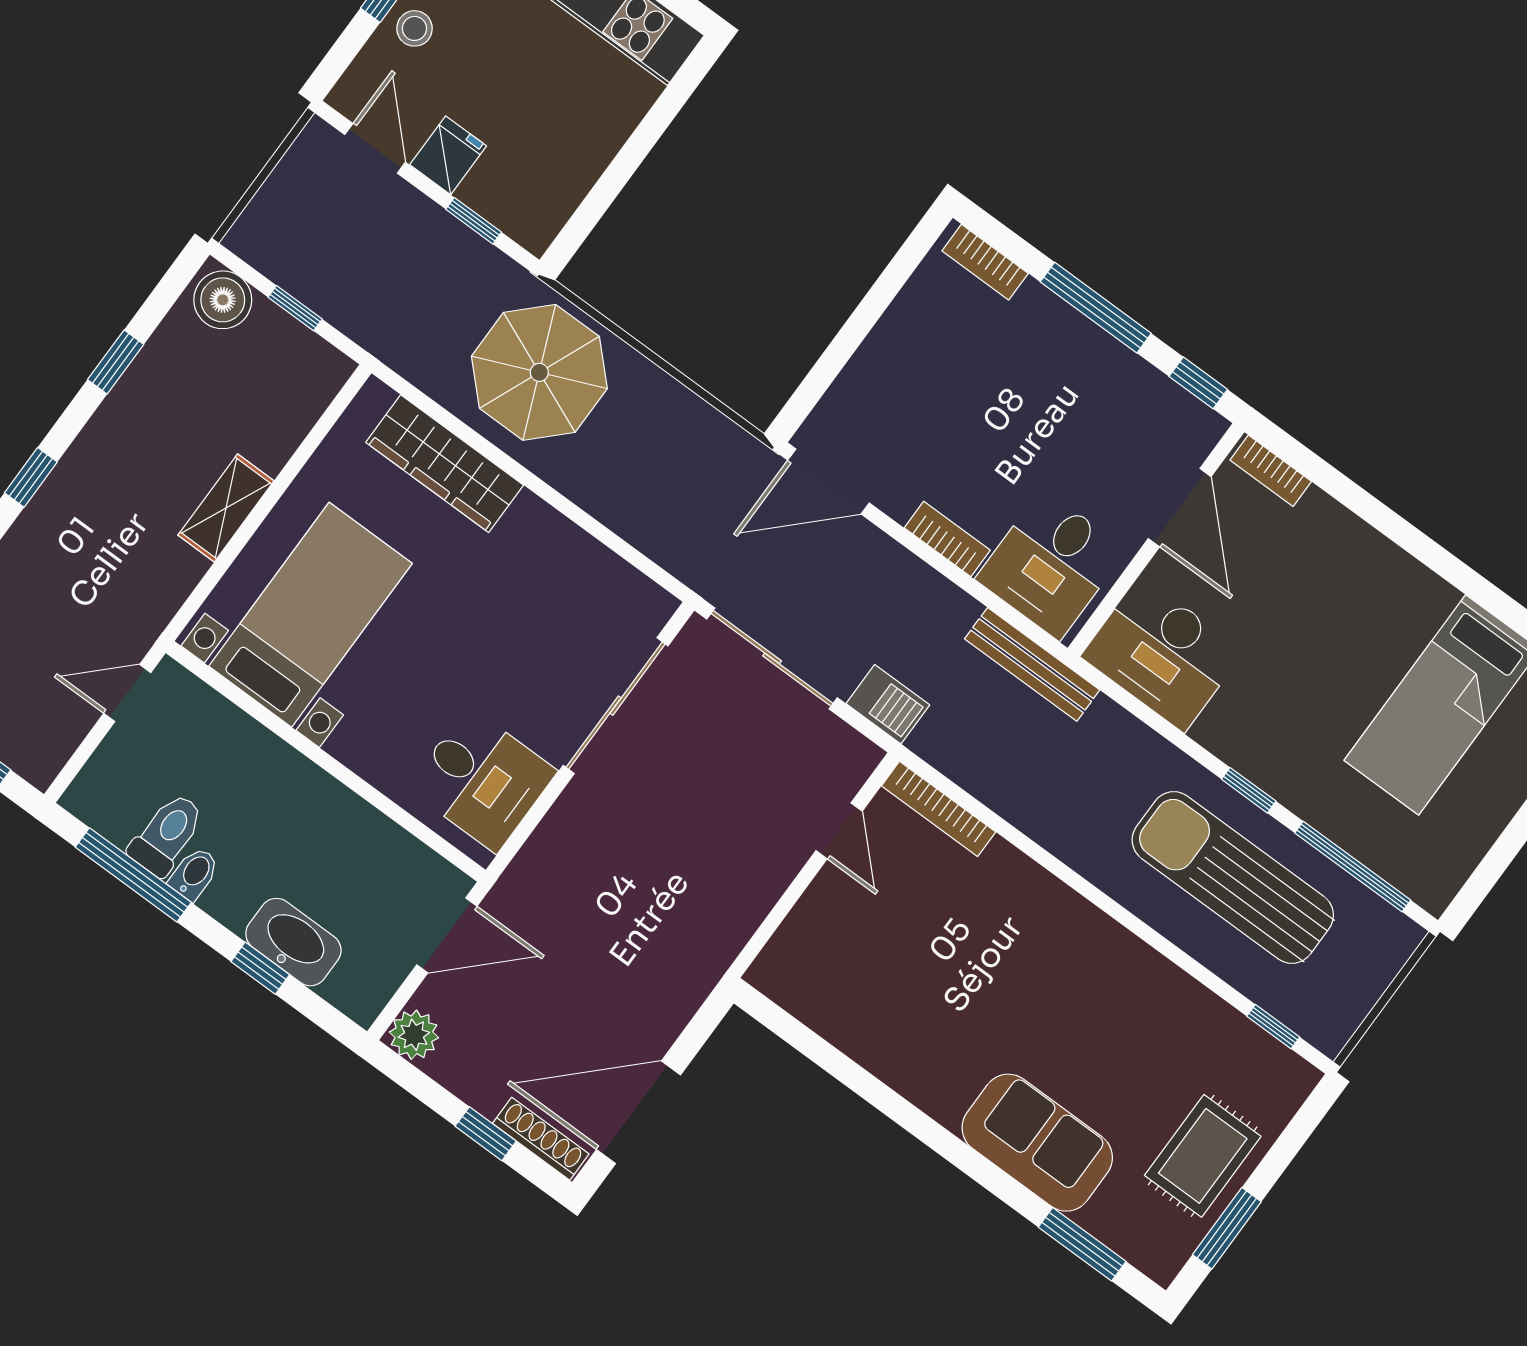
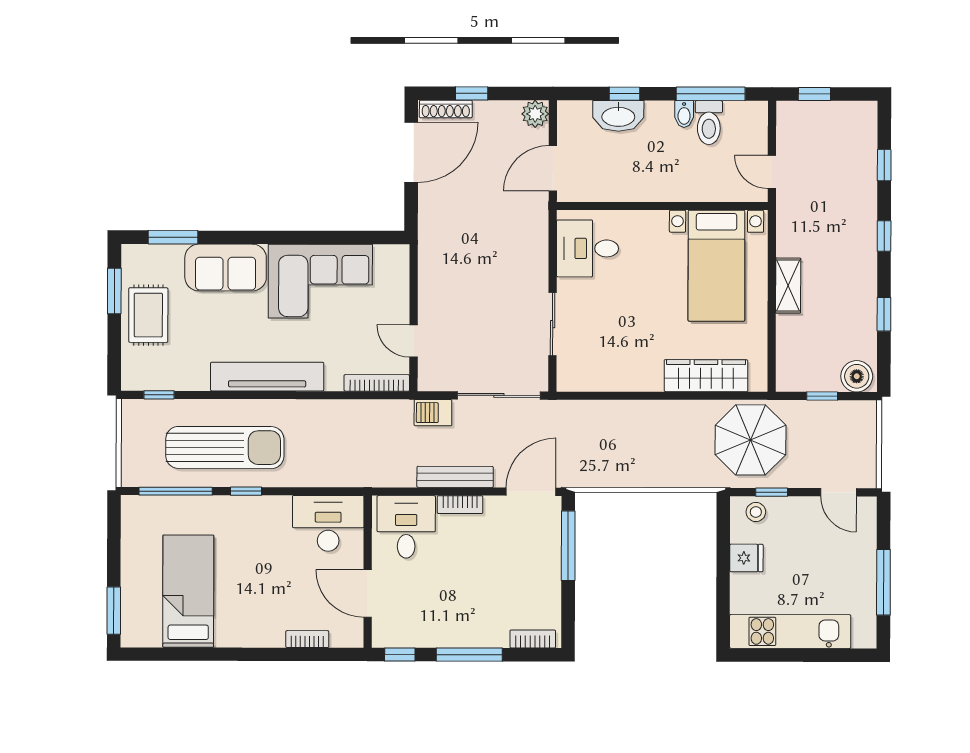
stool: (415, 28) -> (756, 512), moved
fridge: (448, 155) -> (746, 558), moved, turned -90
window: (832, 362) -> (568, 546), added
parasol: (539, 372) -> (751, 440), moved
bookcase: (1271, 471) -> (307, 639), moved
bench: (1032, 664) -> (455, 477), moved
door: (127, 693) -> (772, 172), swing flipped
sliding door: (616, 706) -> (553, 324), width x0.73
tv unit: (1094, 937) -> (267, 377), added
corner sofa: (912, 1020) -> (320, 281), added

